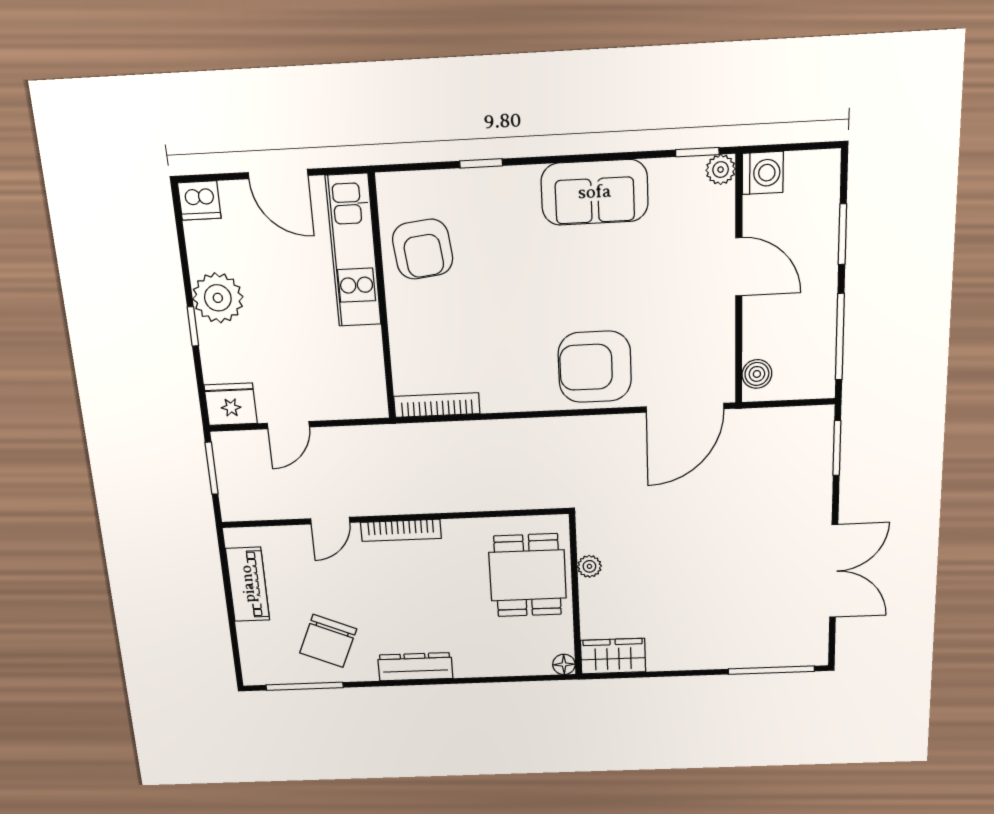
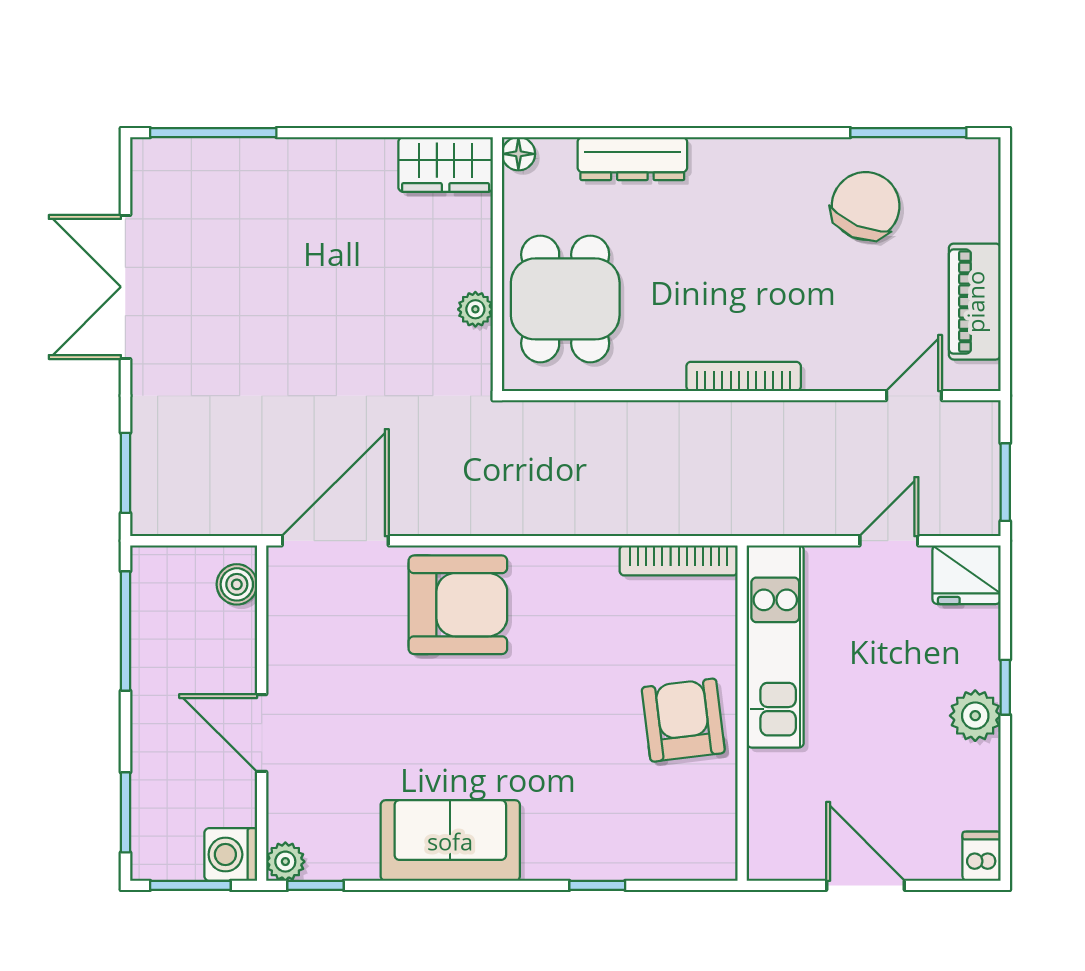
window: (794, 147) -> (190, 885), added
dishwasher: (199, 201) -> (982, 856), width x0.73
window: (842, 234) -> (125, 812), moved
armchair: (423, 249) -> (683, 720), moved
kitchen unit: (353, 251) -> (775, 646), moved
plant: (218, 298) -> (975, 716), width x0.73, depth x0.73
door: (330, 521) -> (914, 396), moved
dresser: (415, 667) -> (632, 159), moved

